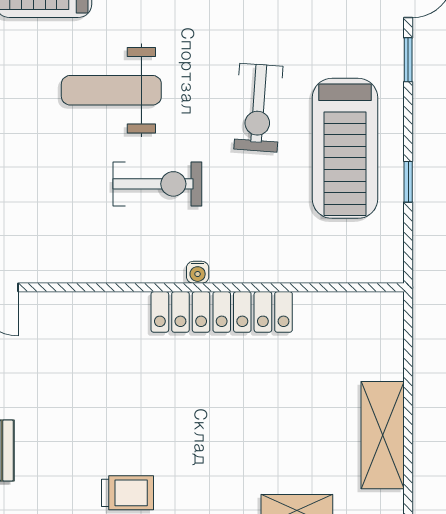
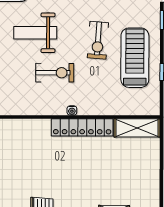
treadmill: (345, 148) -> (135, 58), turned 180
shelving: (383, 435) -> (137, 128), moved, turned 90

